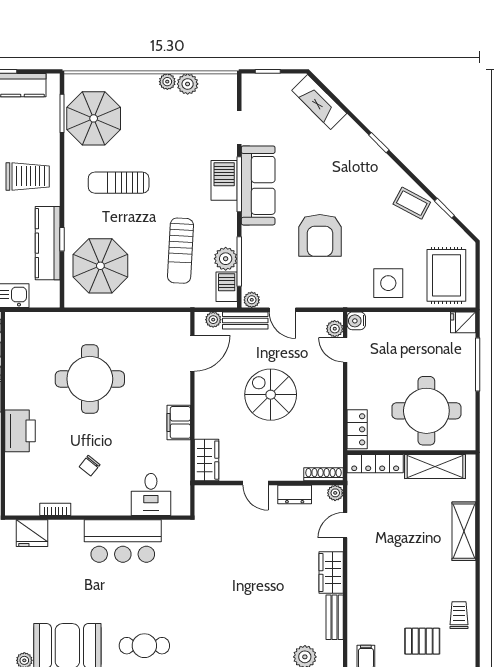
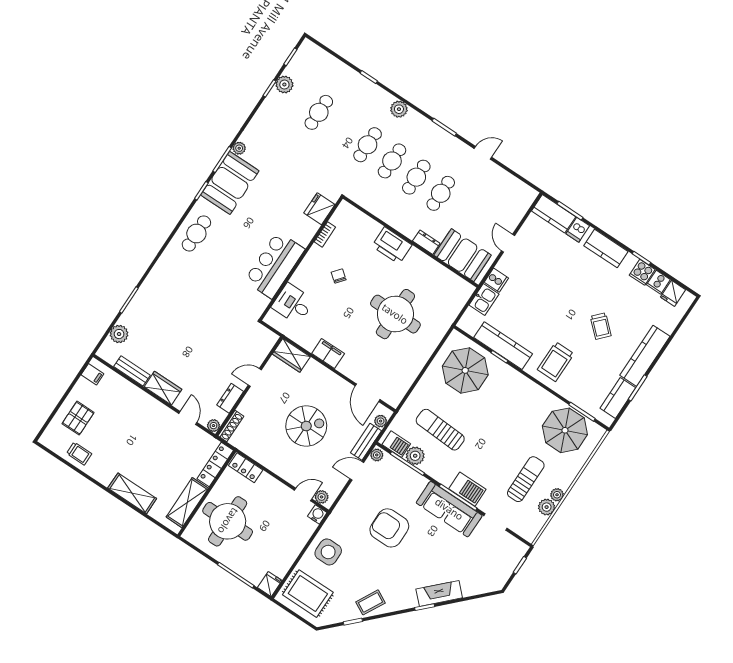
fireplace: (319, 102) -> (439, 593), moved
sun lounger: (119, 183) -> (526, 479), moved

